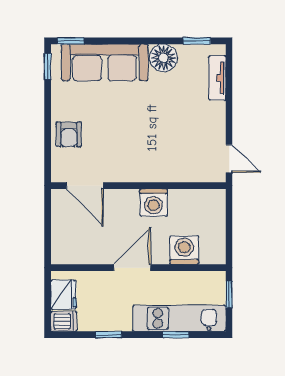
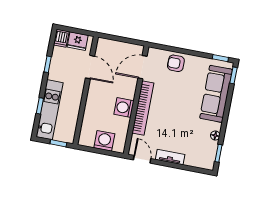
floor lamp: (163, 58) -> (215, 135), width x0.53, depth x0.53
tv unit: (217, 78) -> (170, 157), moved
door: (229, 159) -> (142, 159), swing flipped
bookcase: (149, 173) -> (143, 108), added
washing machine: (184, 250) -> (104, 141), moved, turned -90
door: (132, 268) -> (90, 67), moved

